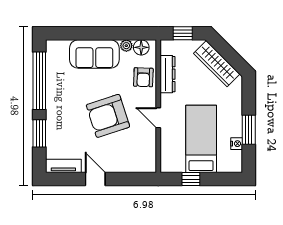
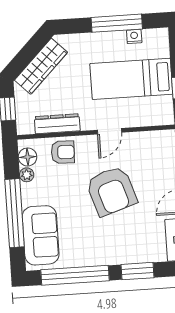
window: (95, 33) -> (15, 213), added
sofa: (94, 54) -> (41, 235), moved
window: (249, 130) -> (117, 23), width x1.44

